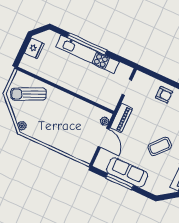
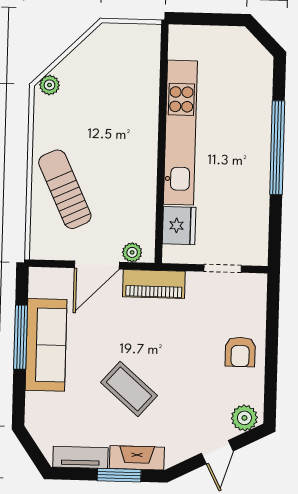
fridge: (34, 48) -> (179, 226), moved, turned -90
kitchen unit: (87, 54) -> (180, 133), moved, turned 180
sun lounger: (29, 94) -> (65, 189), moved

